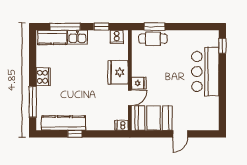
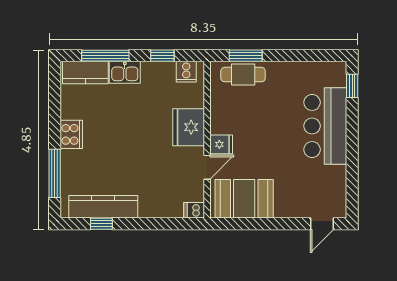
window: (75, 134) -> (101, 224), moved
door: (180, 134) -> (322, 224), moved

